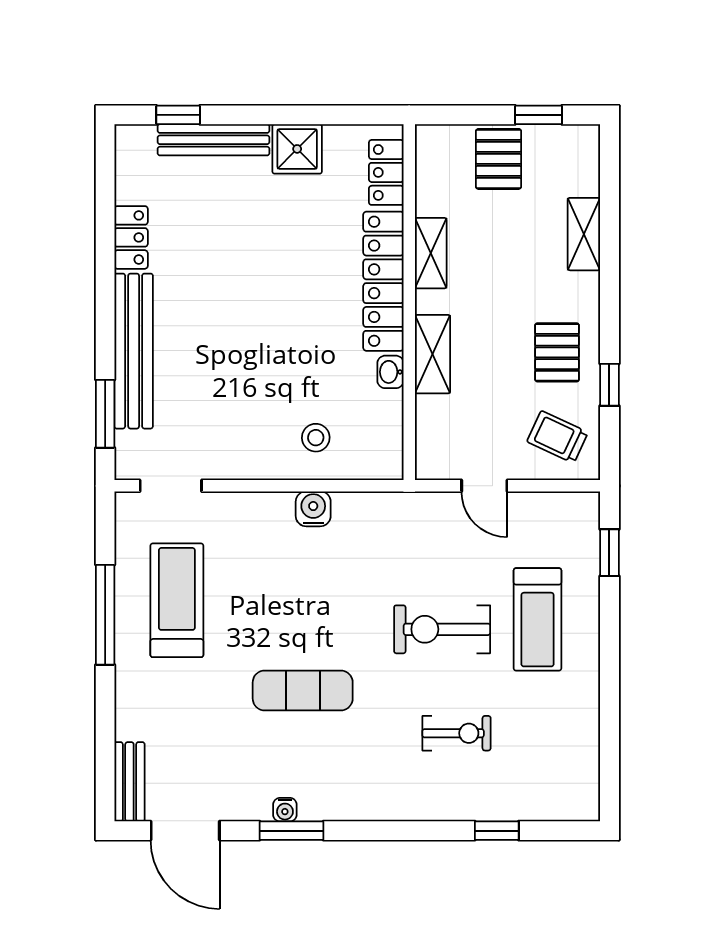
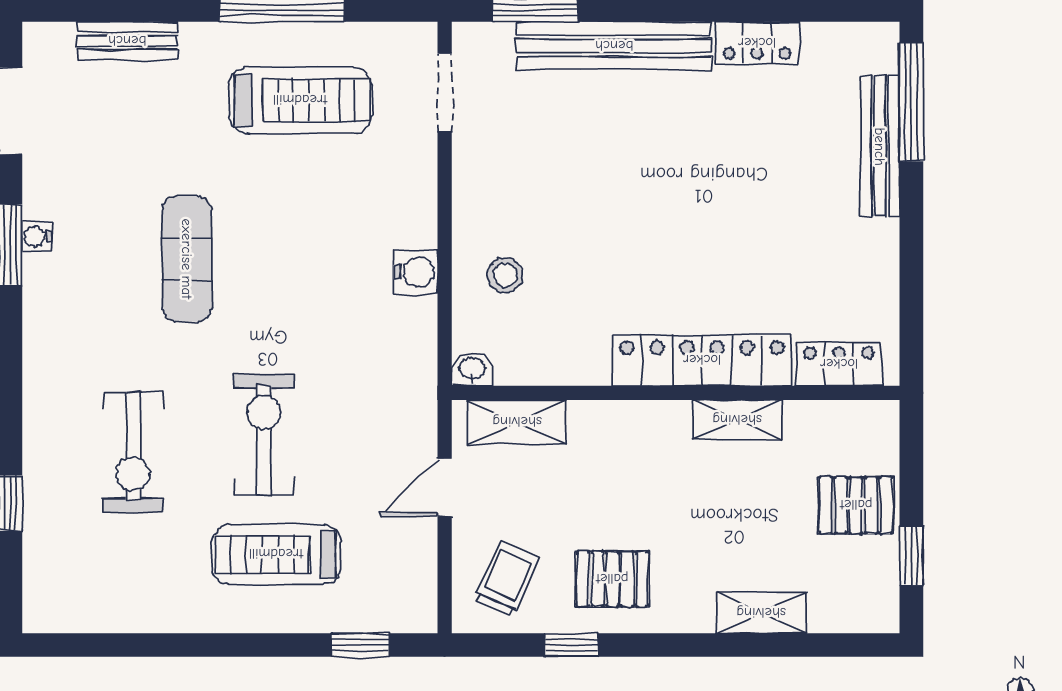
window: (178, 115) -> (911, 102), width x2.17
shower: (297, 149) -> (868, 252), removed
shelving: (432, 354) -> (517, 422), moved
washbasin: (390, 372) -> (472, 369), moved
exercise bike: (456, 733) -> (133, 452), width x1.38, depth x1.39
bench: (129, 782) -> (127, 41), moved

